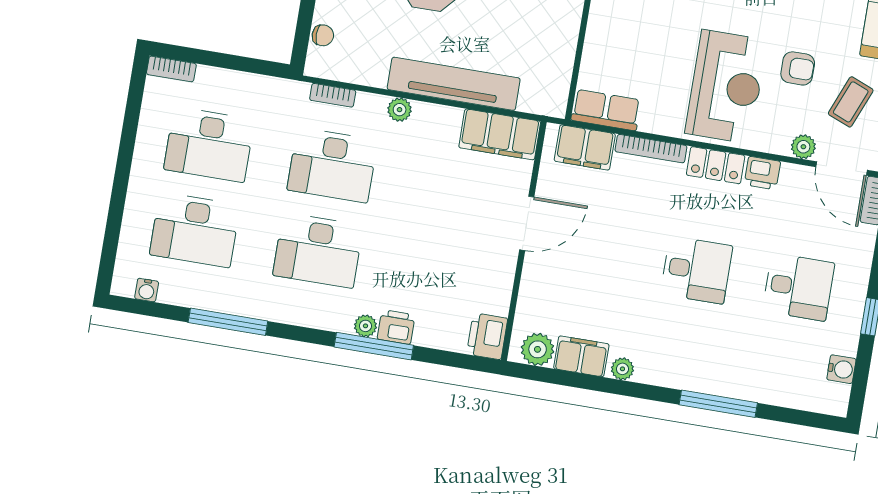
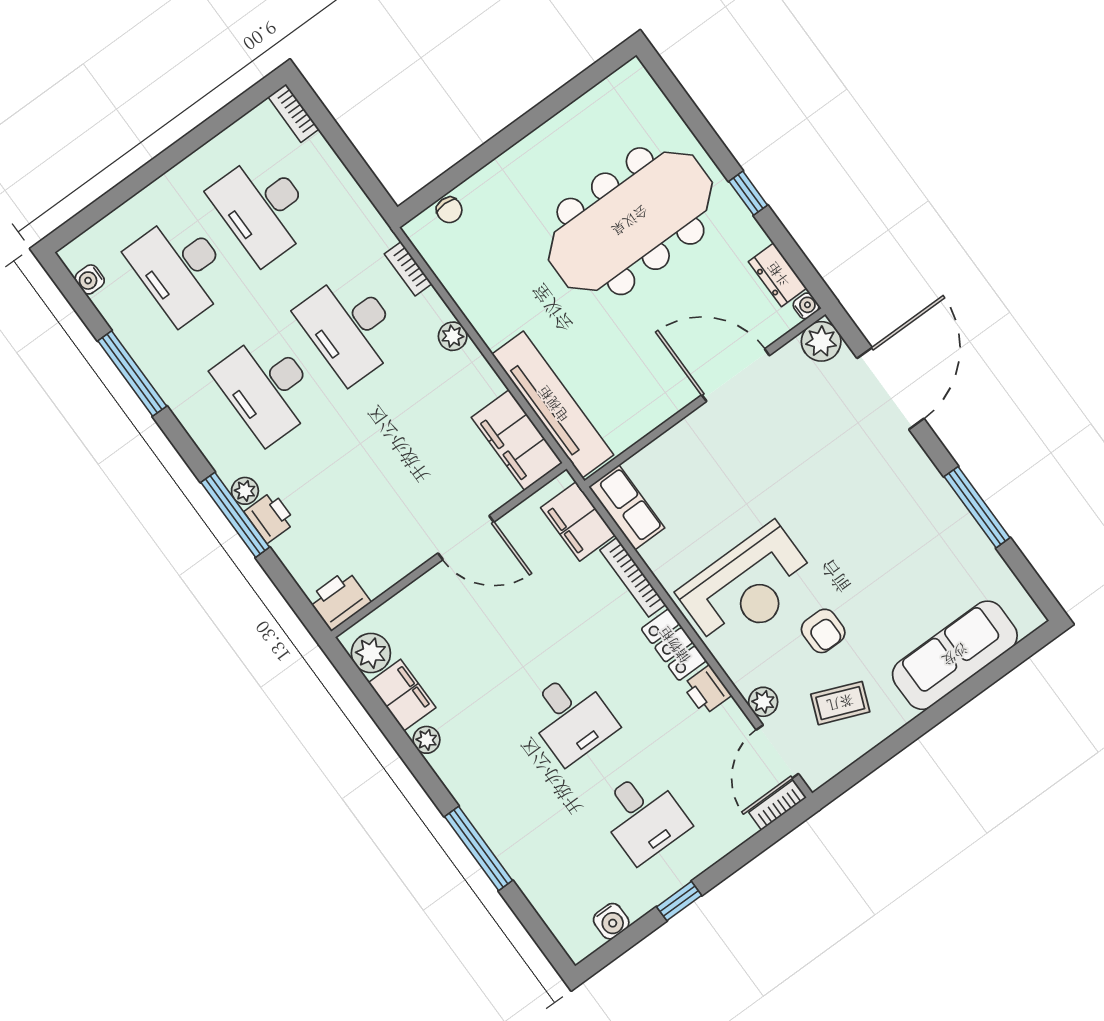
tv unit: (454, 84) -> (553, 404), moved

